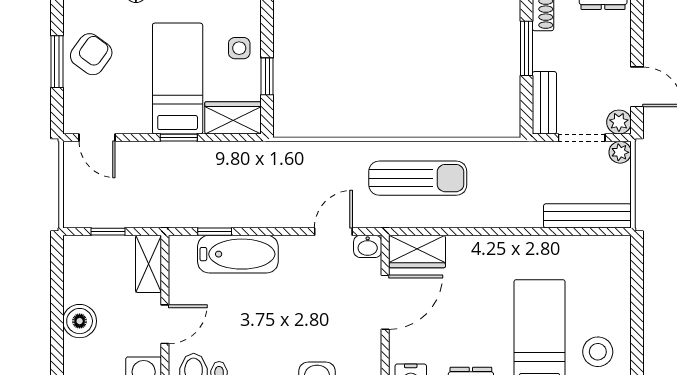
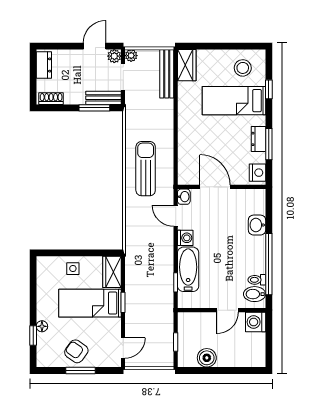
window: (527, 48) -> (94, 108), moved
window: (267, 76) -> (89, 253), removed
washing machine: (294, 249) -> (185, 238), added
wardrobe: (417, 252) -> (187, 65), moved
shelving: (149, 264) -> (194, 319), removed
boiler: (80, 321) -> (207, 358), moved
door: (165, 324) -> (227, 310), swing flipped

